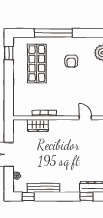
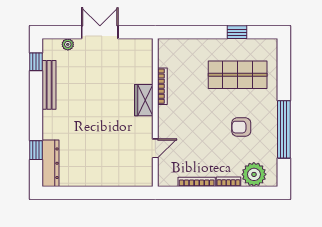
window: (53, 33) -> (284, 129), moved
window: (9, 53) -> (237, 32), moved
wardrobe: (38, 125) -> (144, 100), moved

